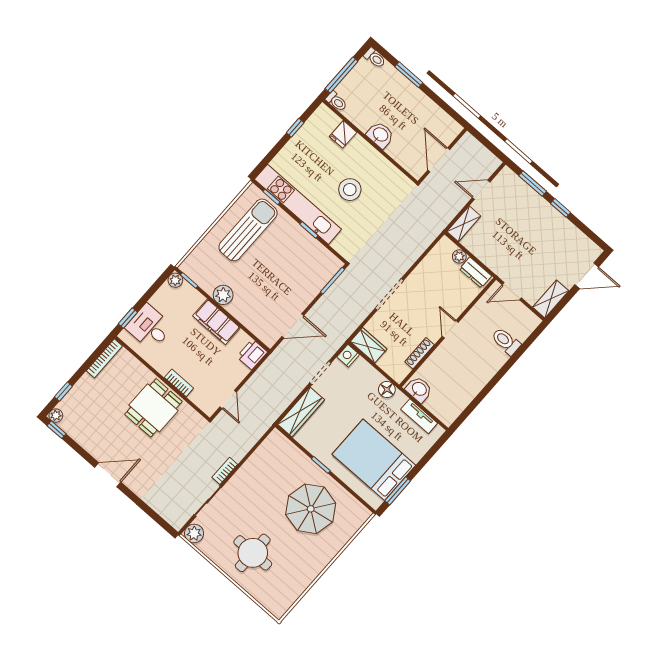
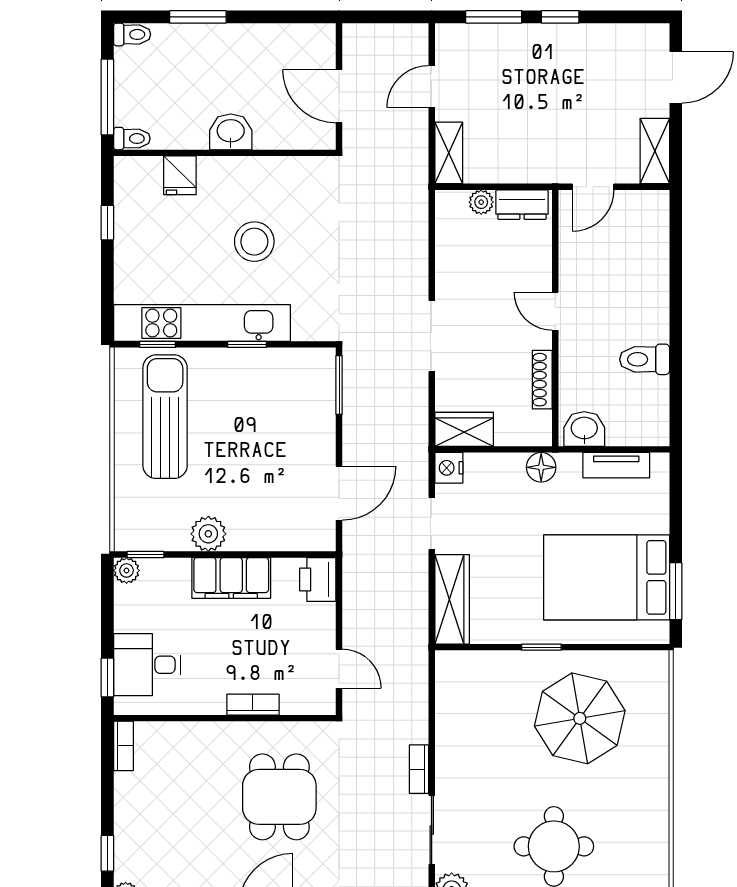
toilet: (506, 341) -> (645, 359), moved
bookcase: (104, 358) -> (123, 746), width x0.64
dining table: (153, 408) -> (279, 797), moved

